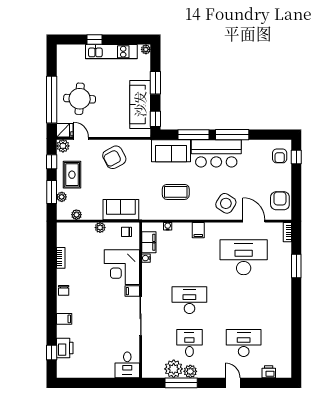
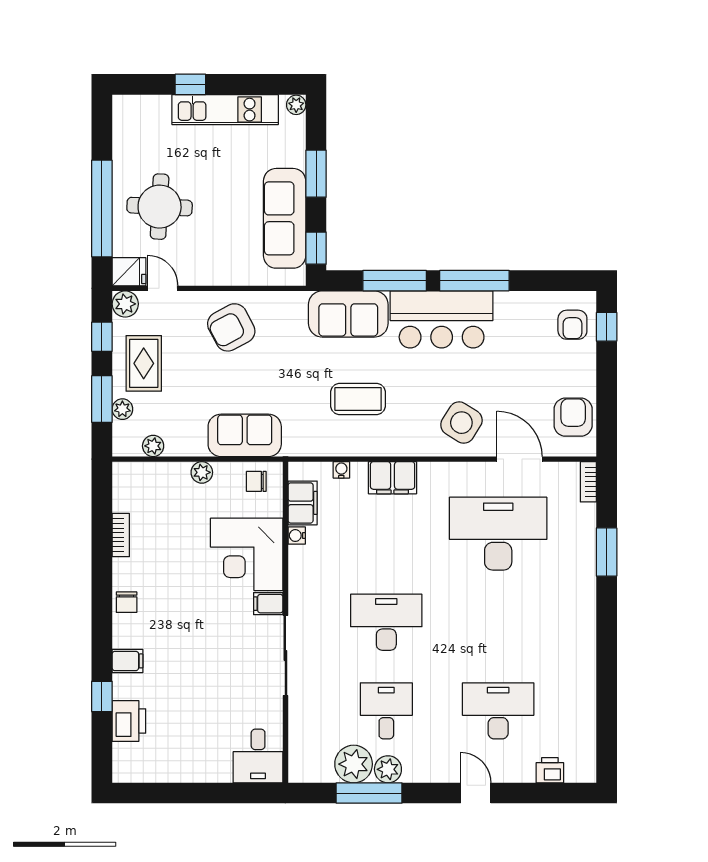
filing cabinet: (198, 230) -> (393, 478), width x2.00
window: (52, 353) -> (102, 696), moved

